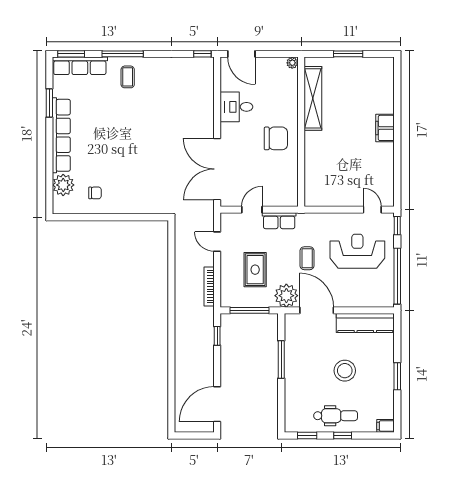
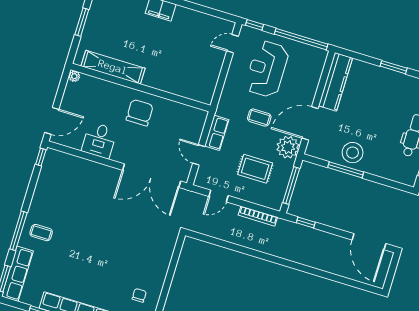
stool: (345, 371) -> (353, 153), moved

